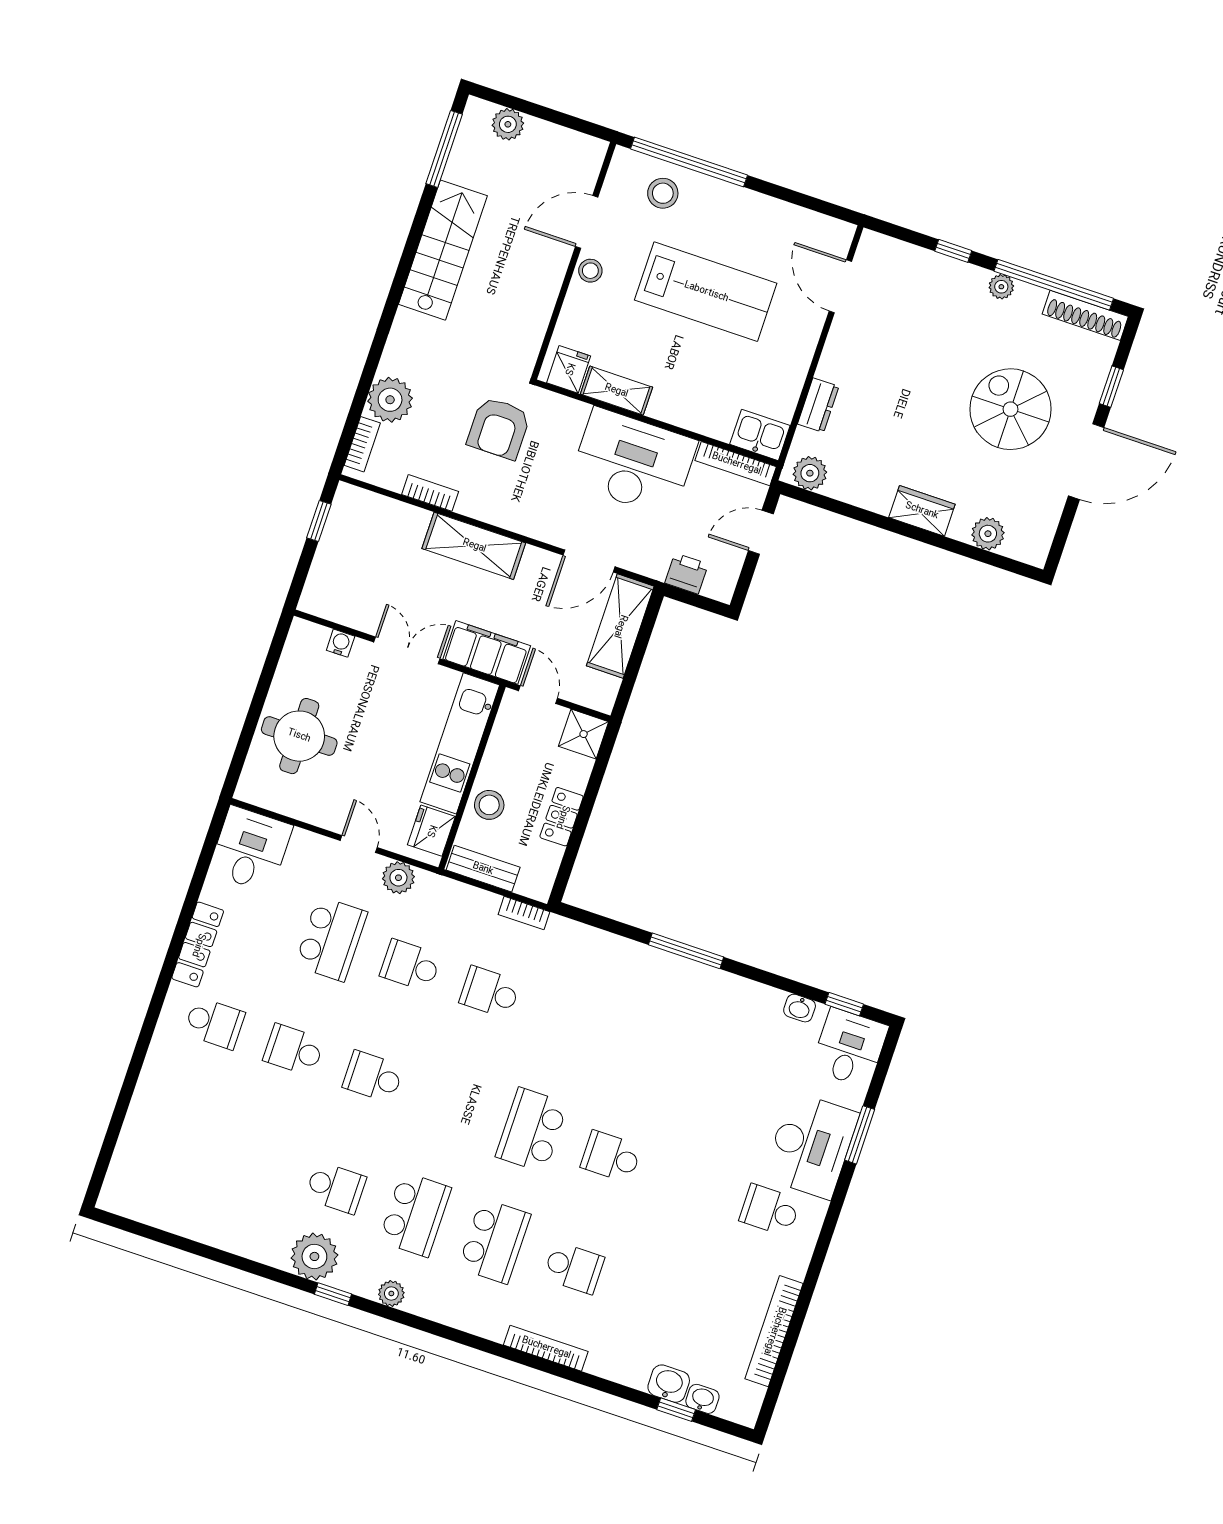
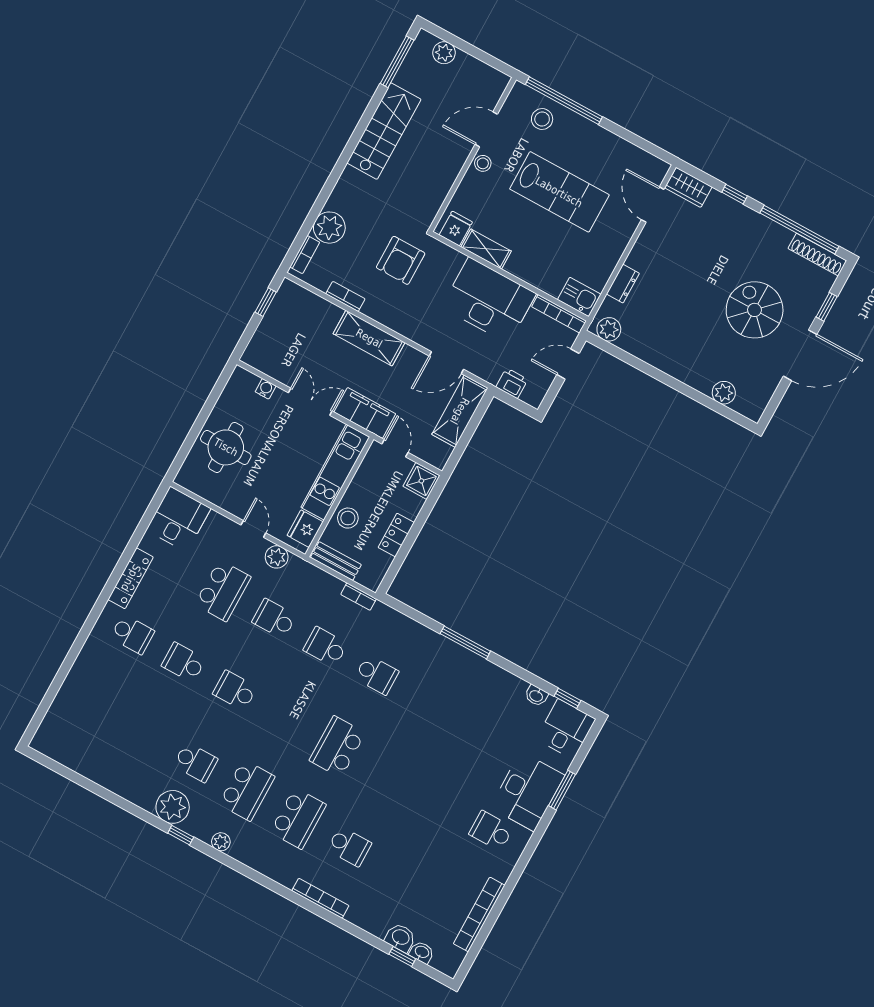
plant: (1001, 287) -> (763, 225), removed
wardrobe: (922, 511) -> (688, 187), moved, turned 180
school desk: (611, 1157) -> (377, 675), moved, turned 180

